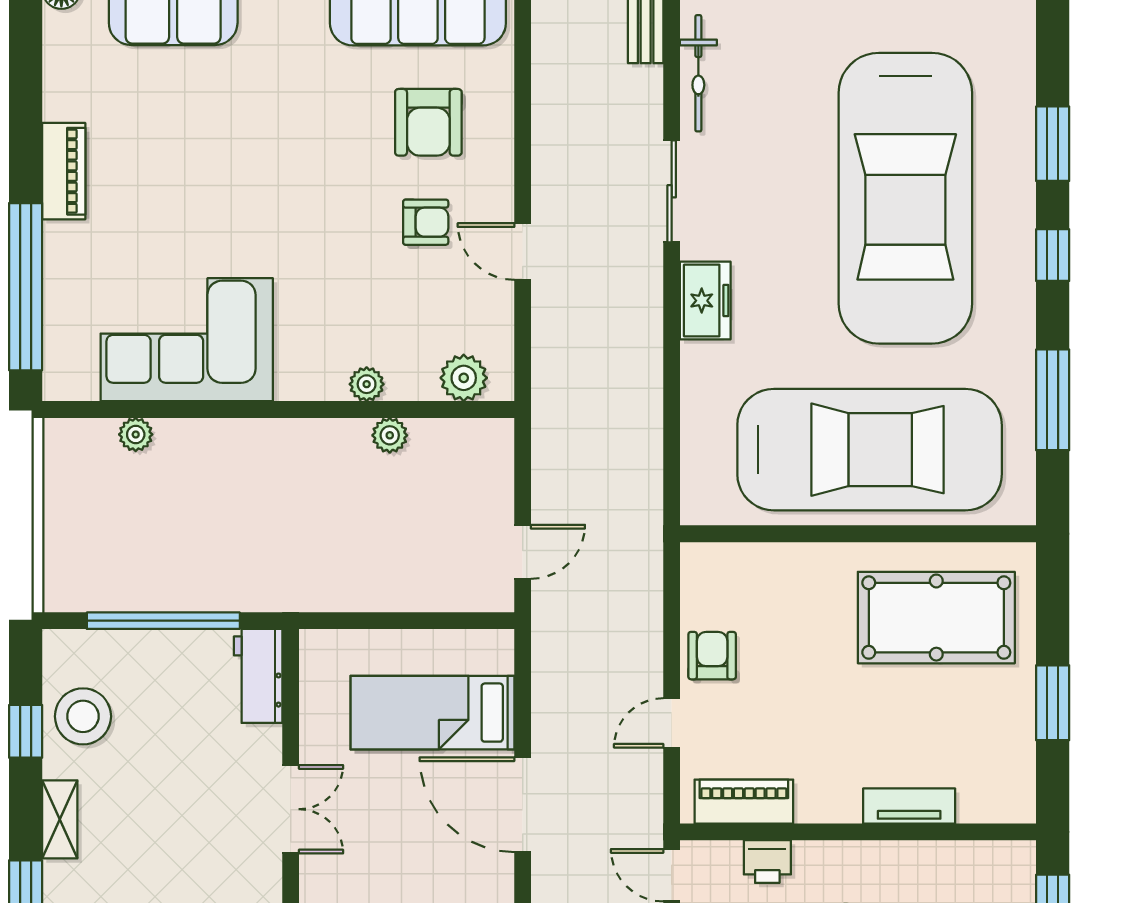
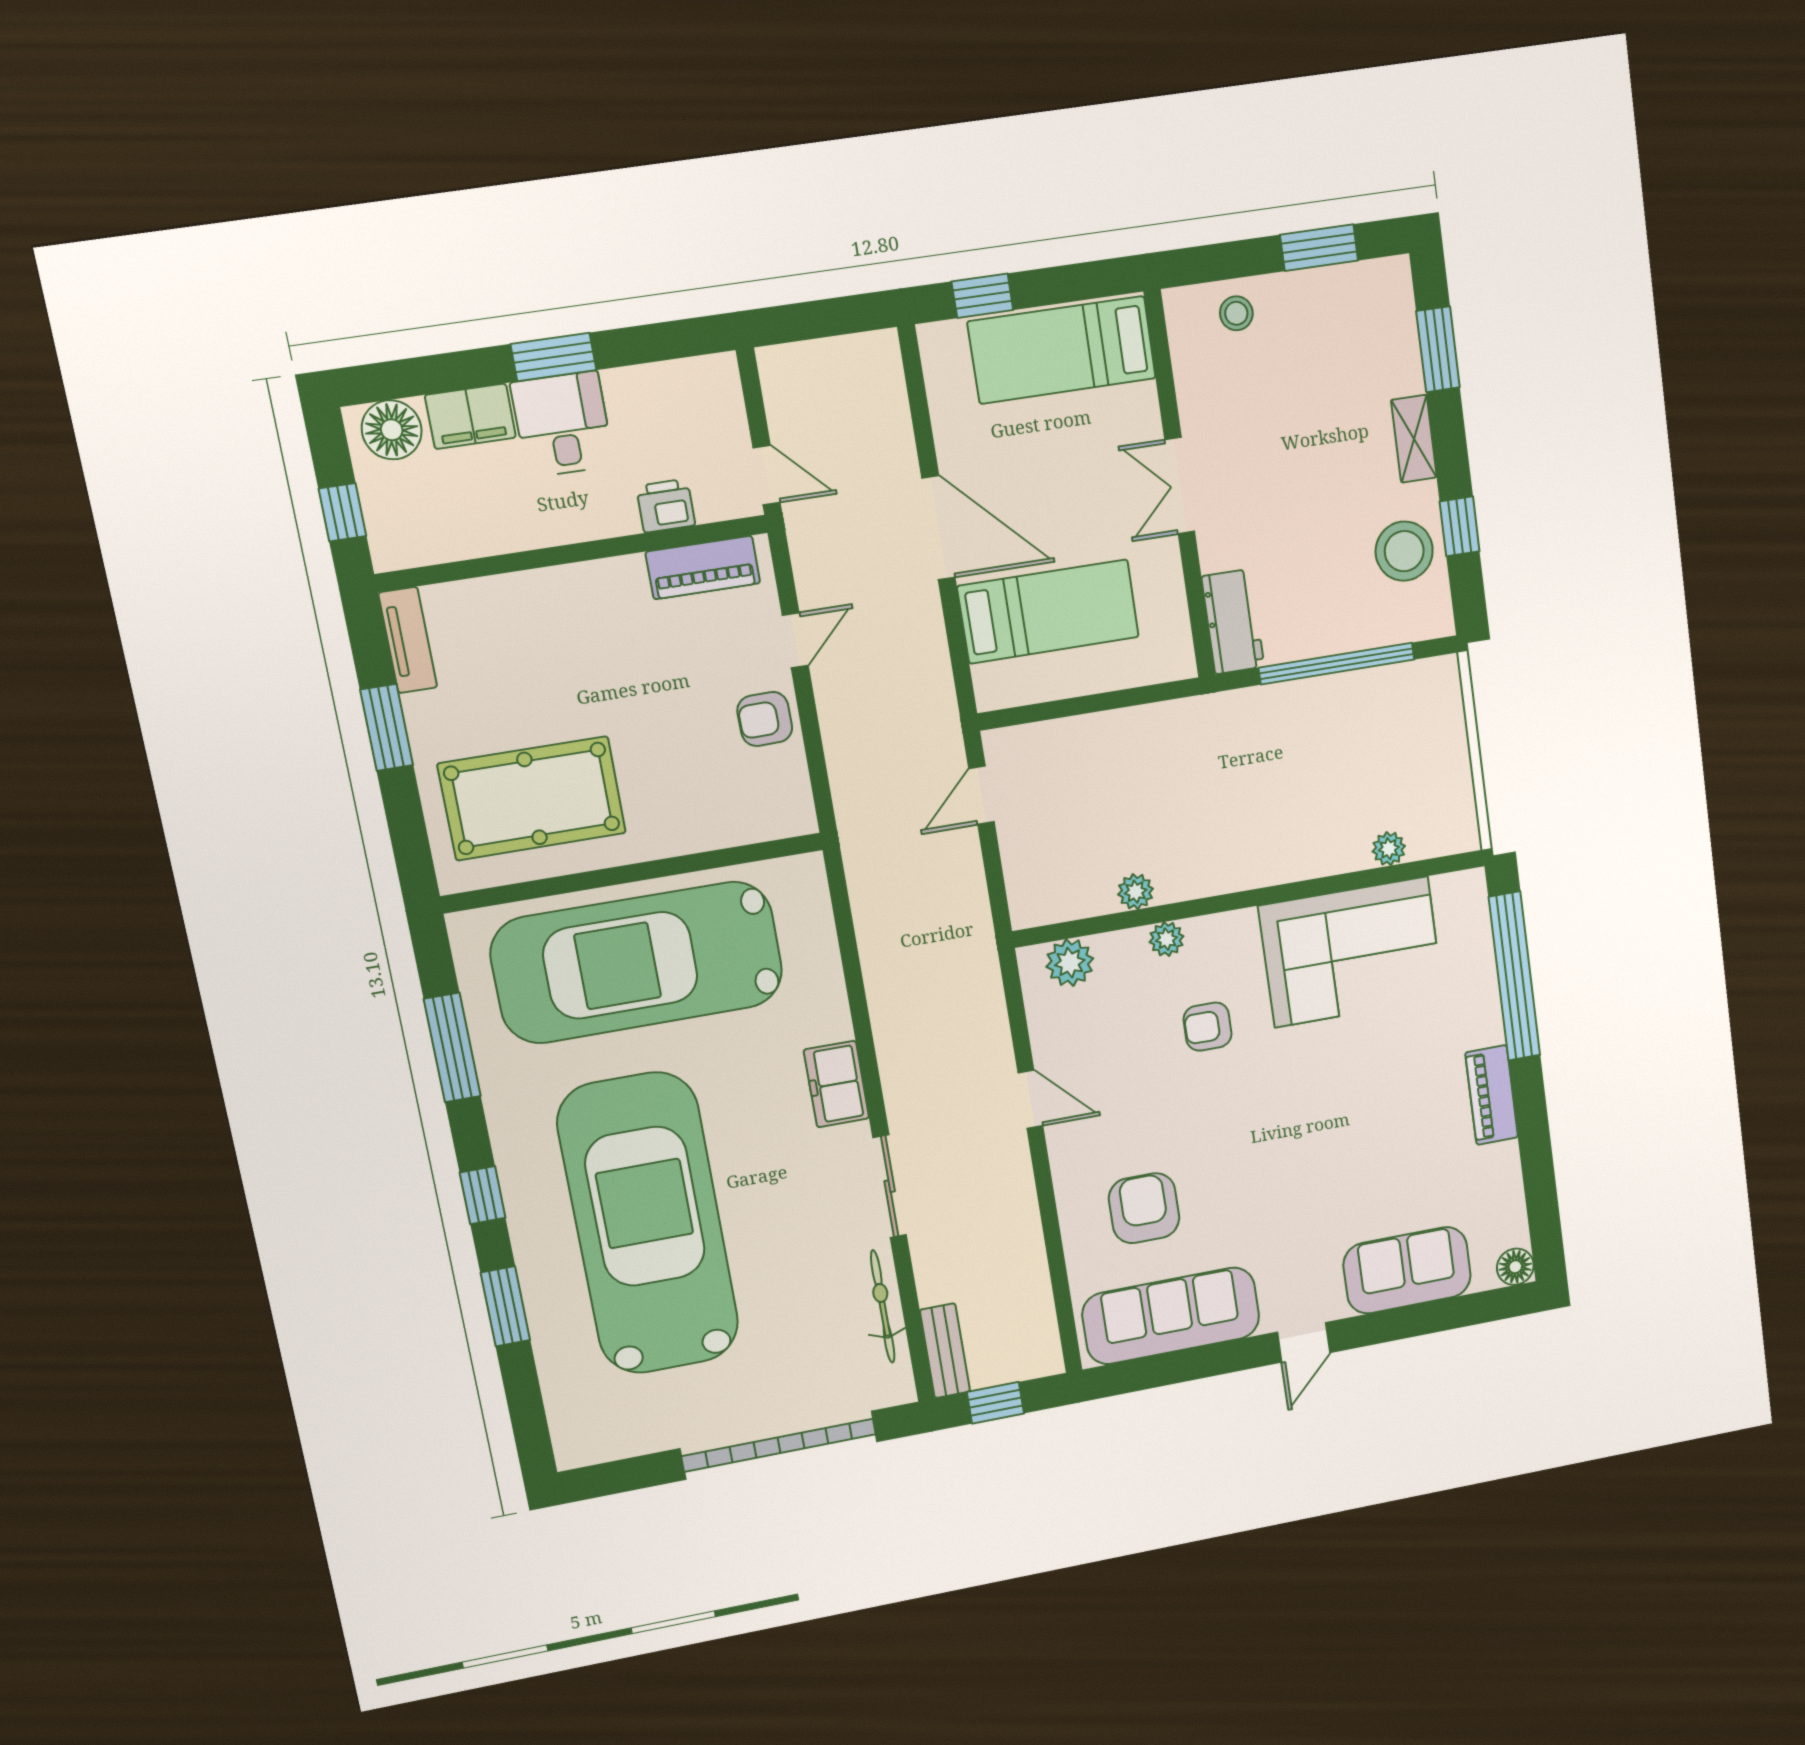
armchair: (426, 222) -> (1208, 1027), moved
armchair: (712, 656) -> (765, 719), turned 89
tv unit: (909, 806) -> (408, 640), moved, turned -90

